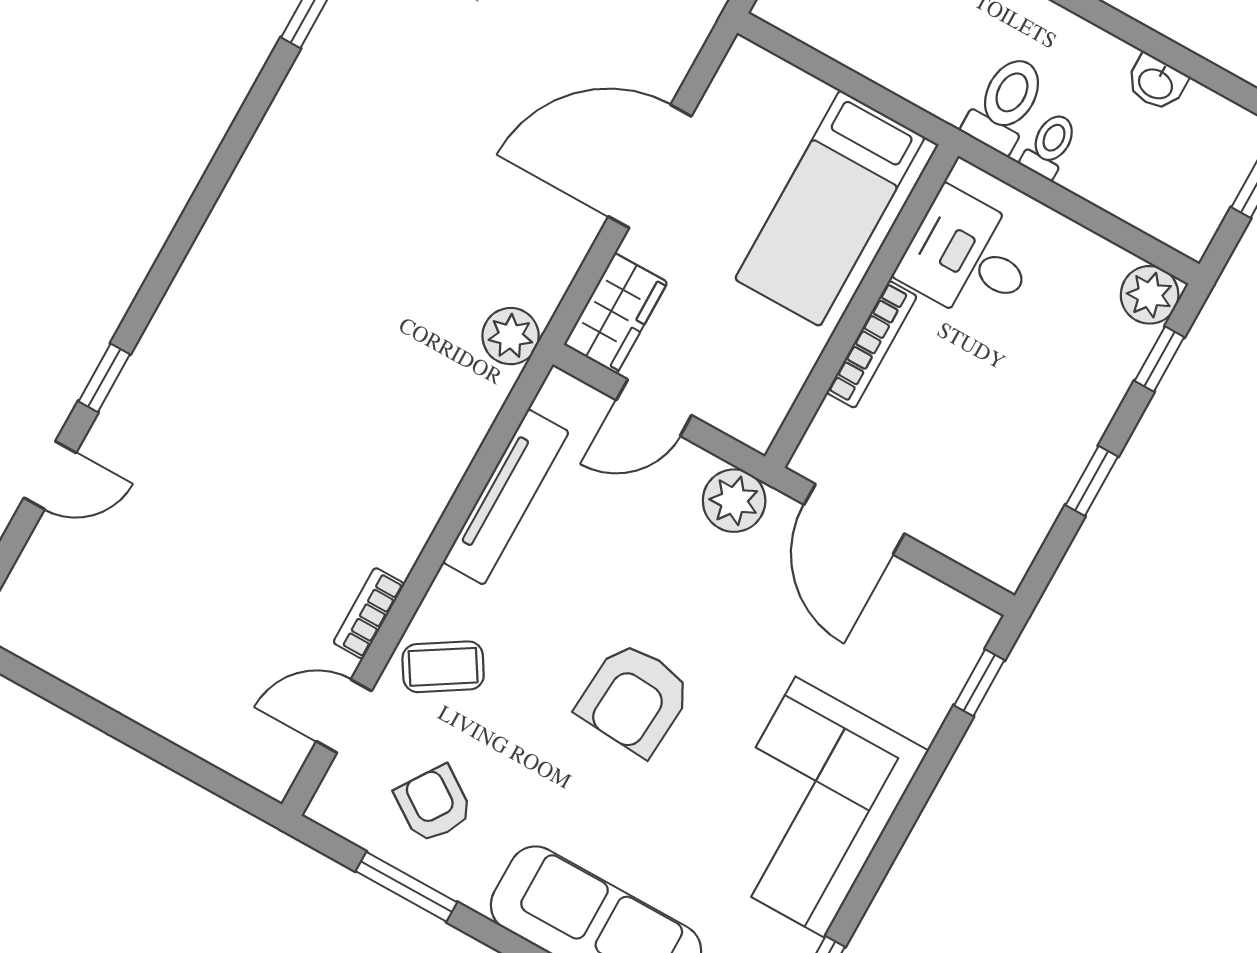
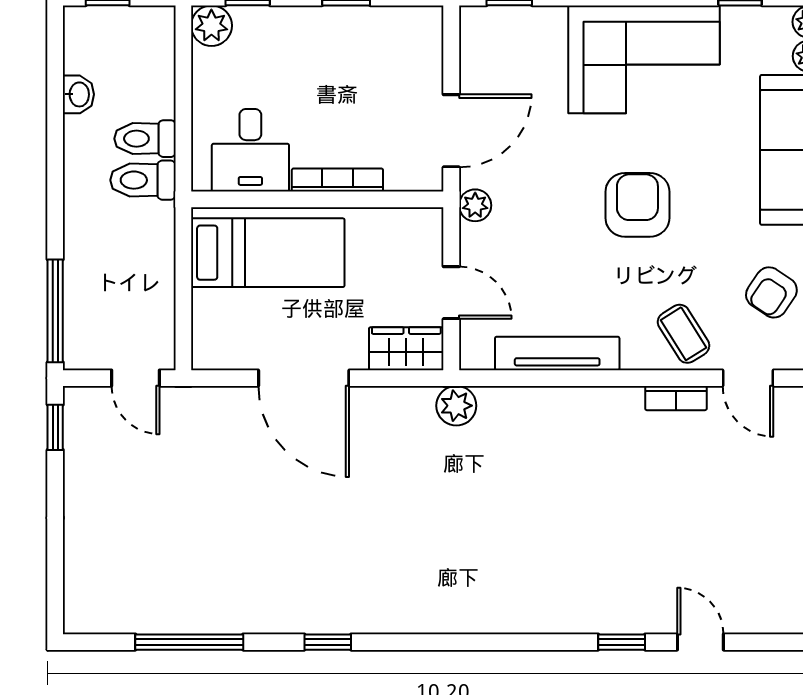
toilet: (1050, 145) -> (145, 139), width x1.37, depth x1.39
plant: (734, 501) -> (475, 205), width x0.73, depth x0.73
armchair: (634, 699) -> (637, 205), turned -94

